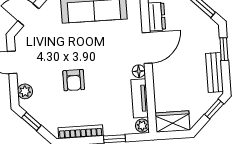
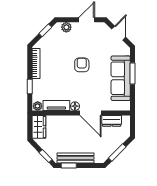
window: (224, 49) -> (69, 166), moved
bench: (214, 72) -> (76, 158), width x1.36
armchair: (74, 80) -> (82, 65), moved, turned 90

